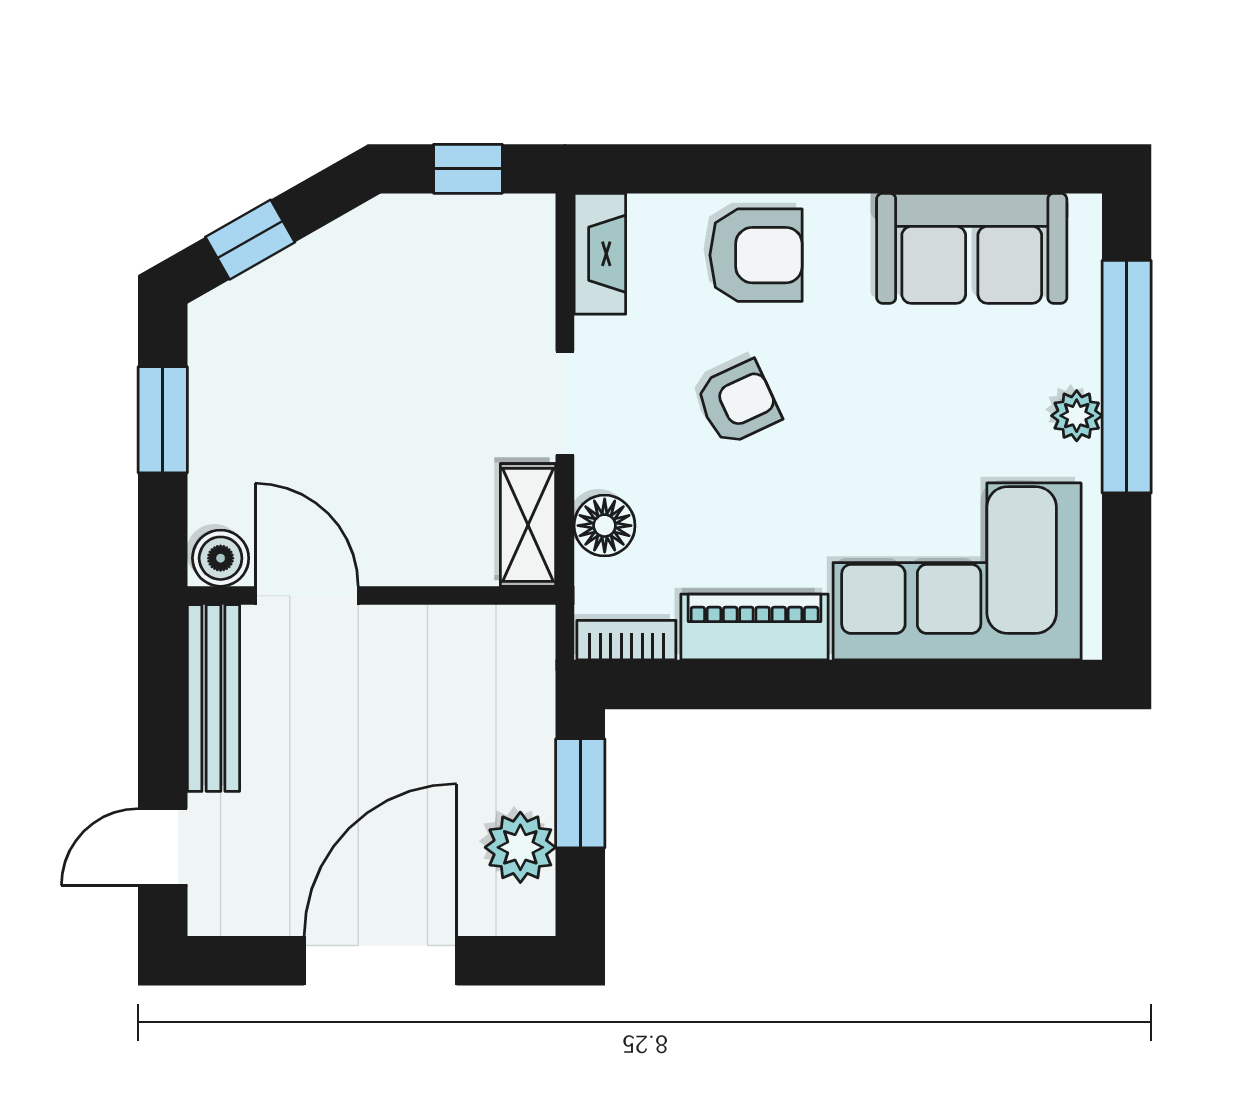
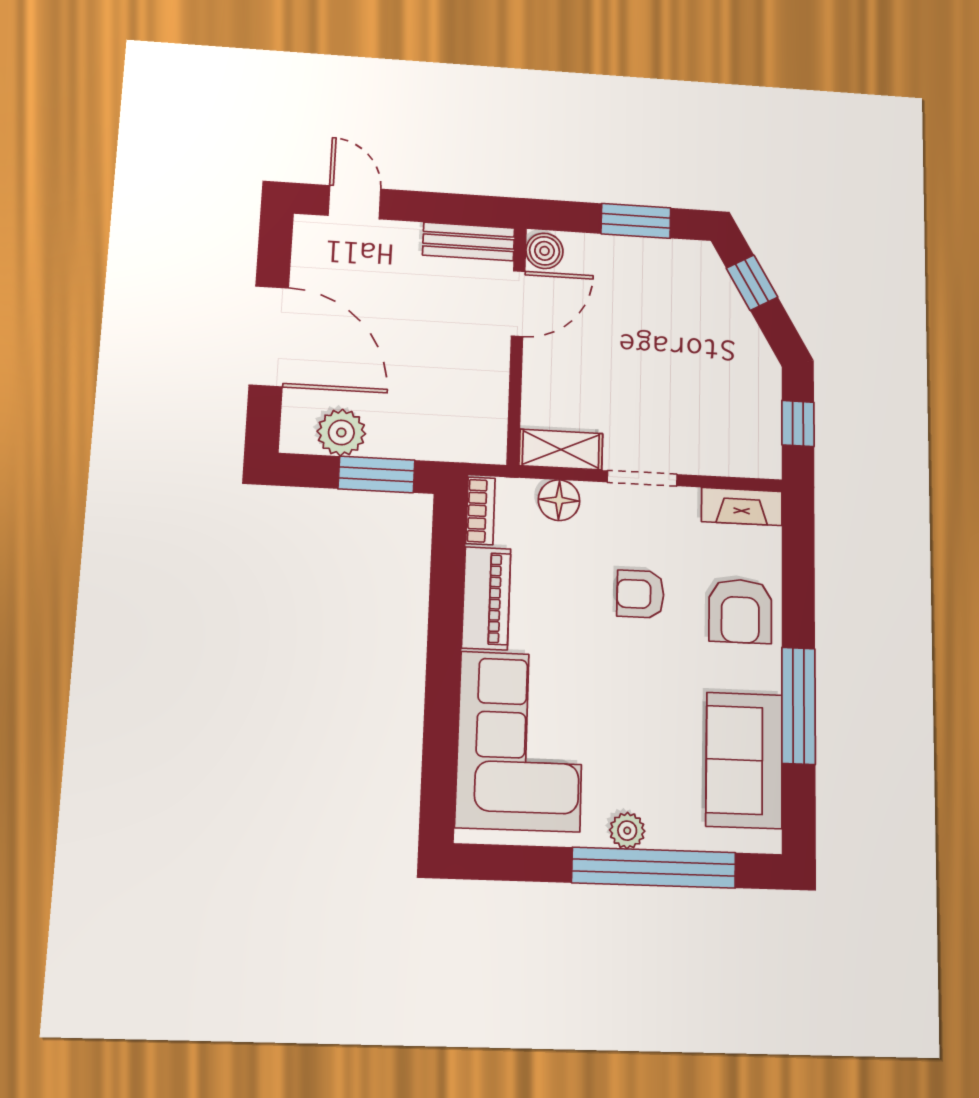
window: (890, 169) -> (798, 706), added
armchair: (738, 403) -> (640, 594), turned 115
bench: (213, 698) -> (469, 242), width x0.73

